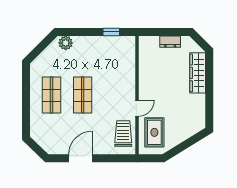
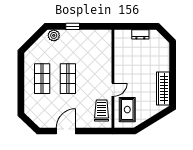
window: (111, 32) -> (73, 26), moved
wardrobe: (198, 73) -> (163, 89), moved

